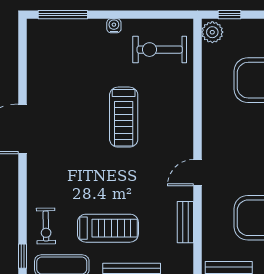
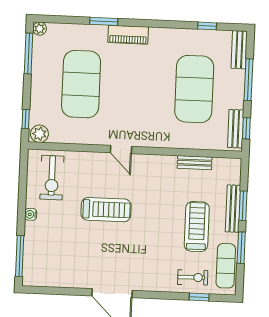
door: (197, 173) -> (121, 150), moved
window: (22, 256) -> (199, 297), moved

